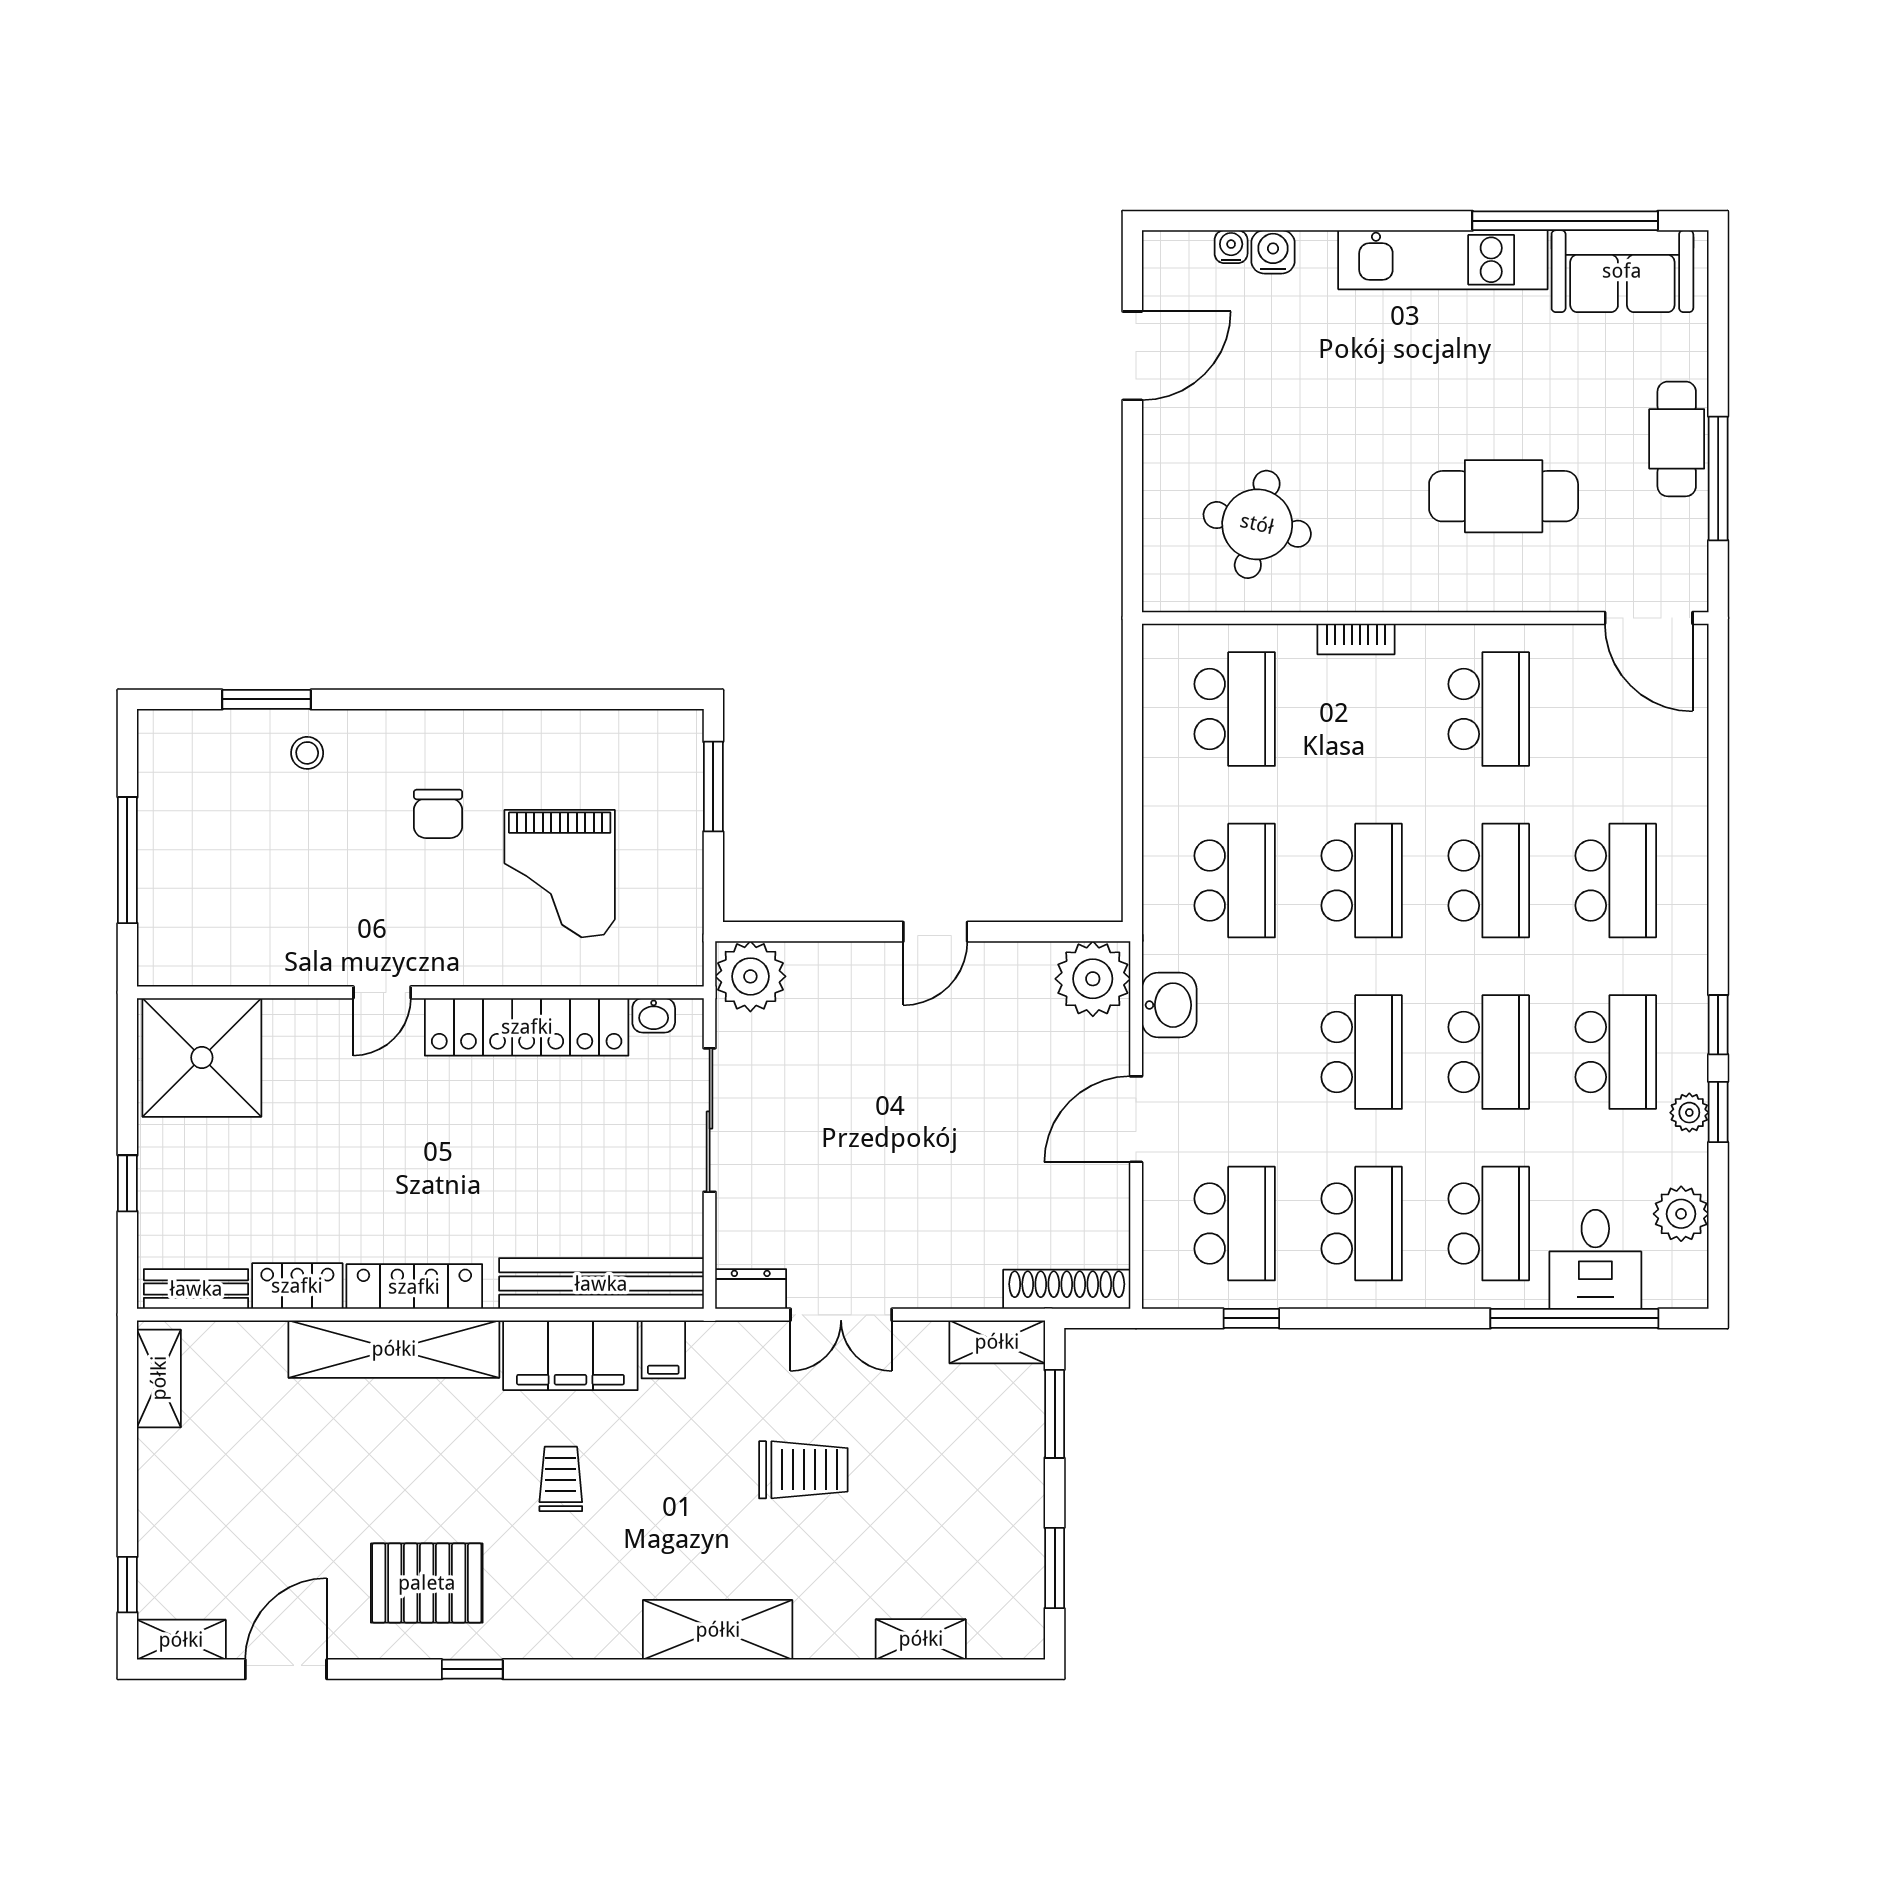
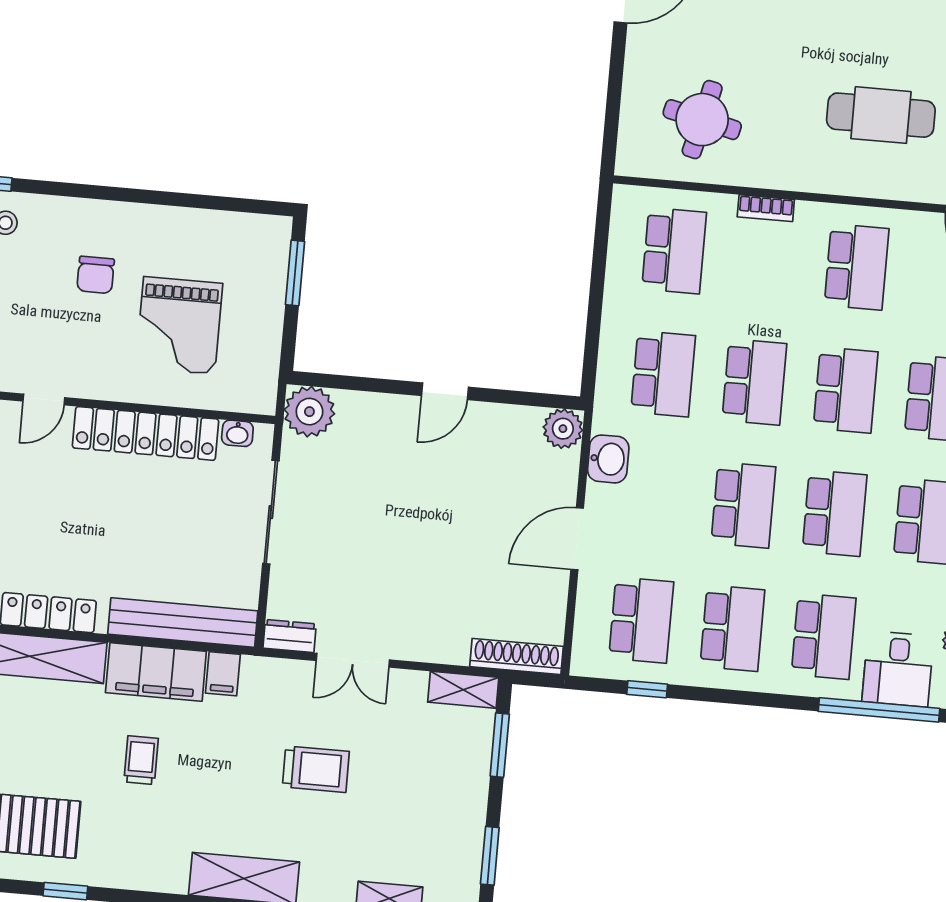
plant: (1093, 979) -> (563, 429), width x0.73, depth x0.73

